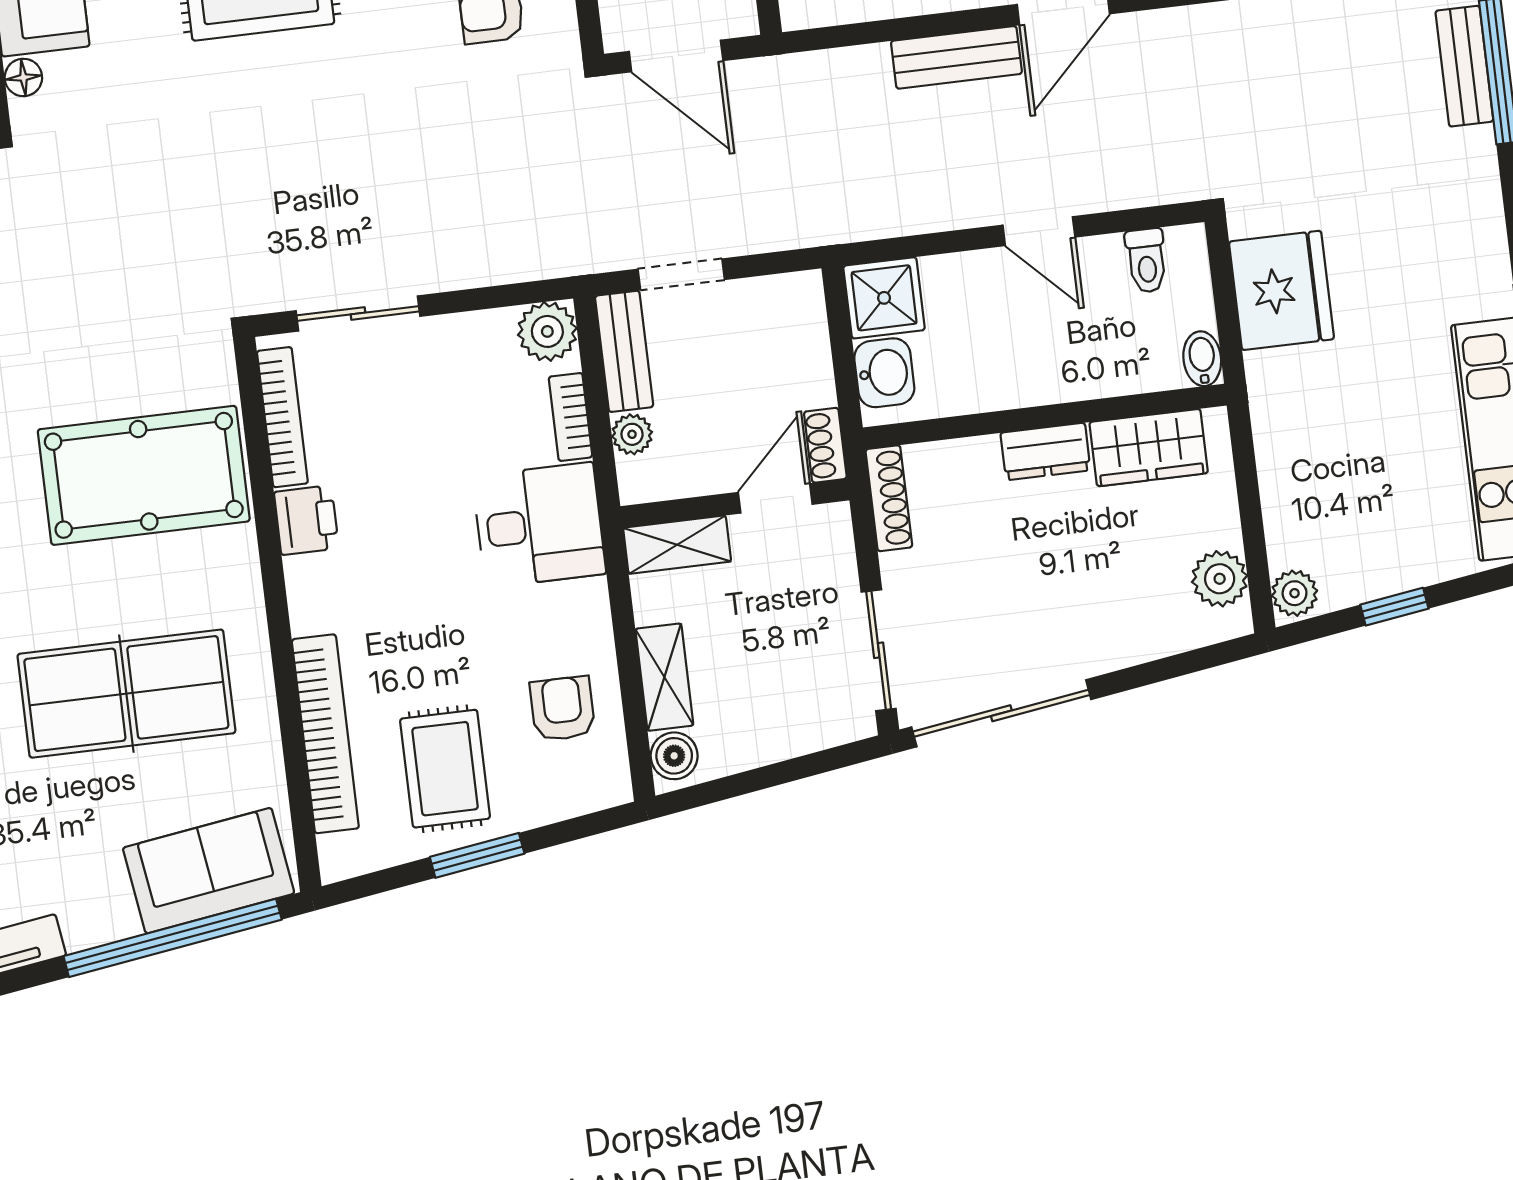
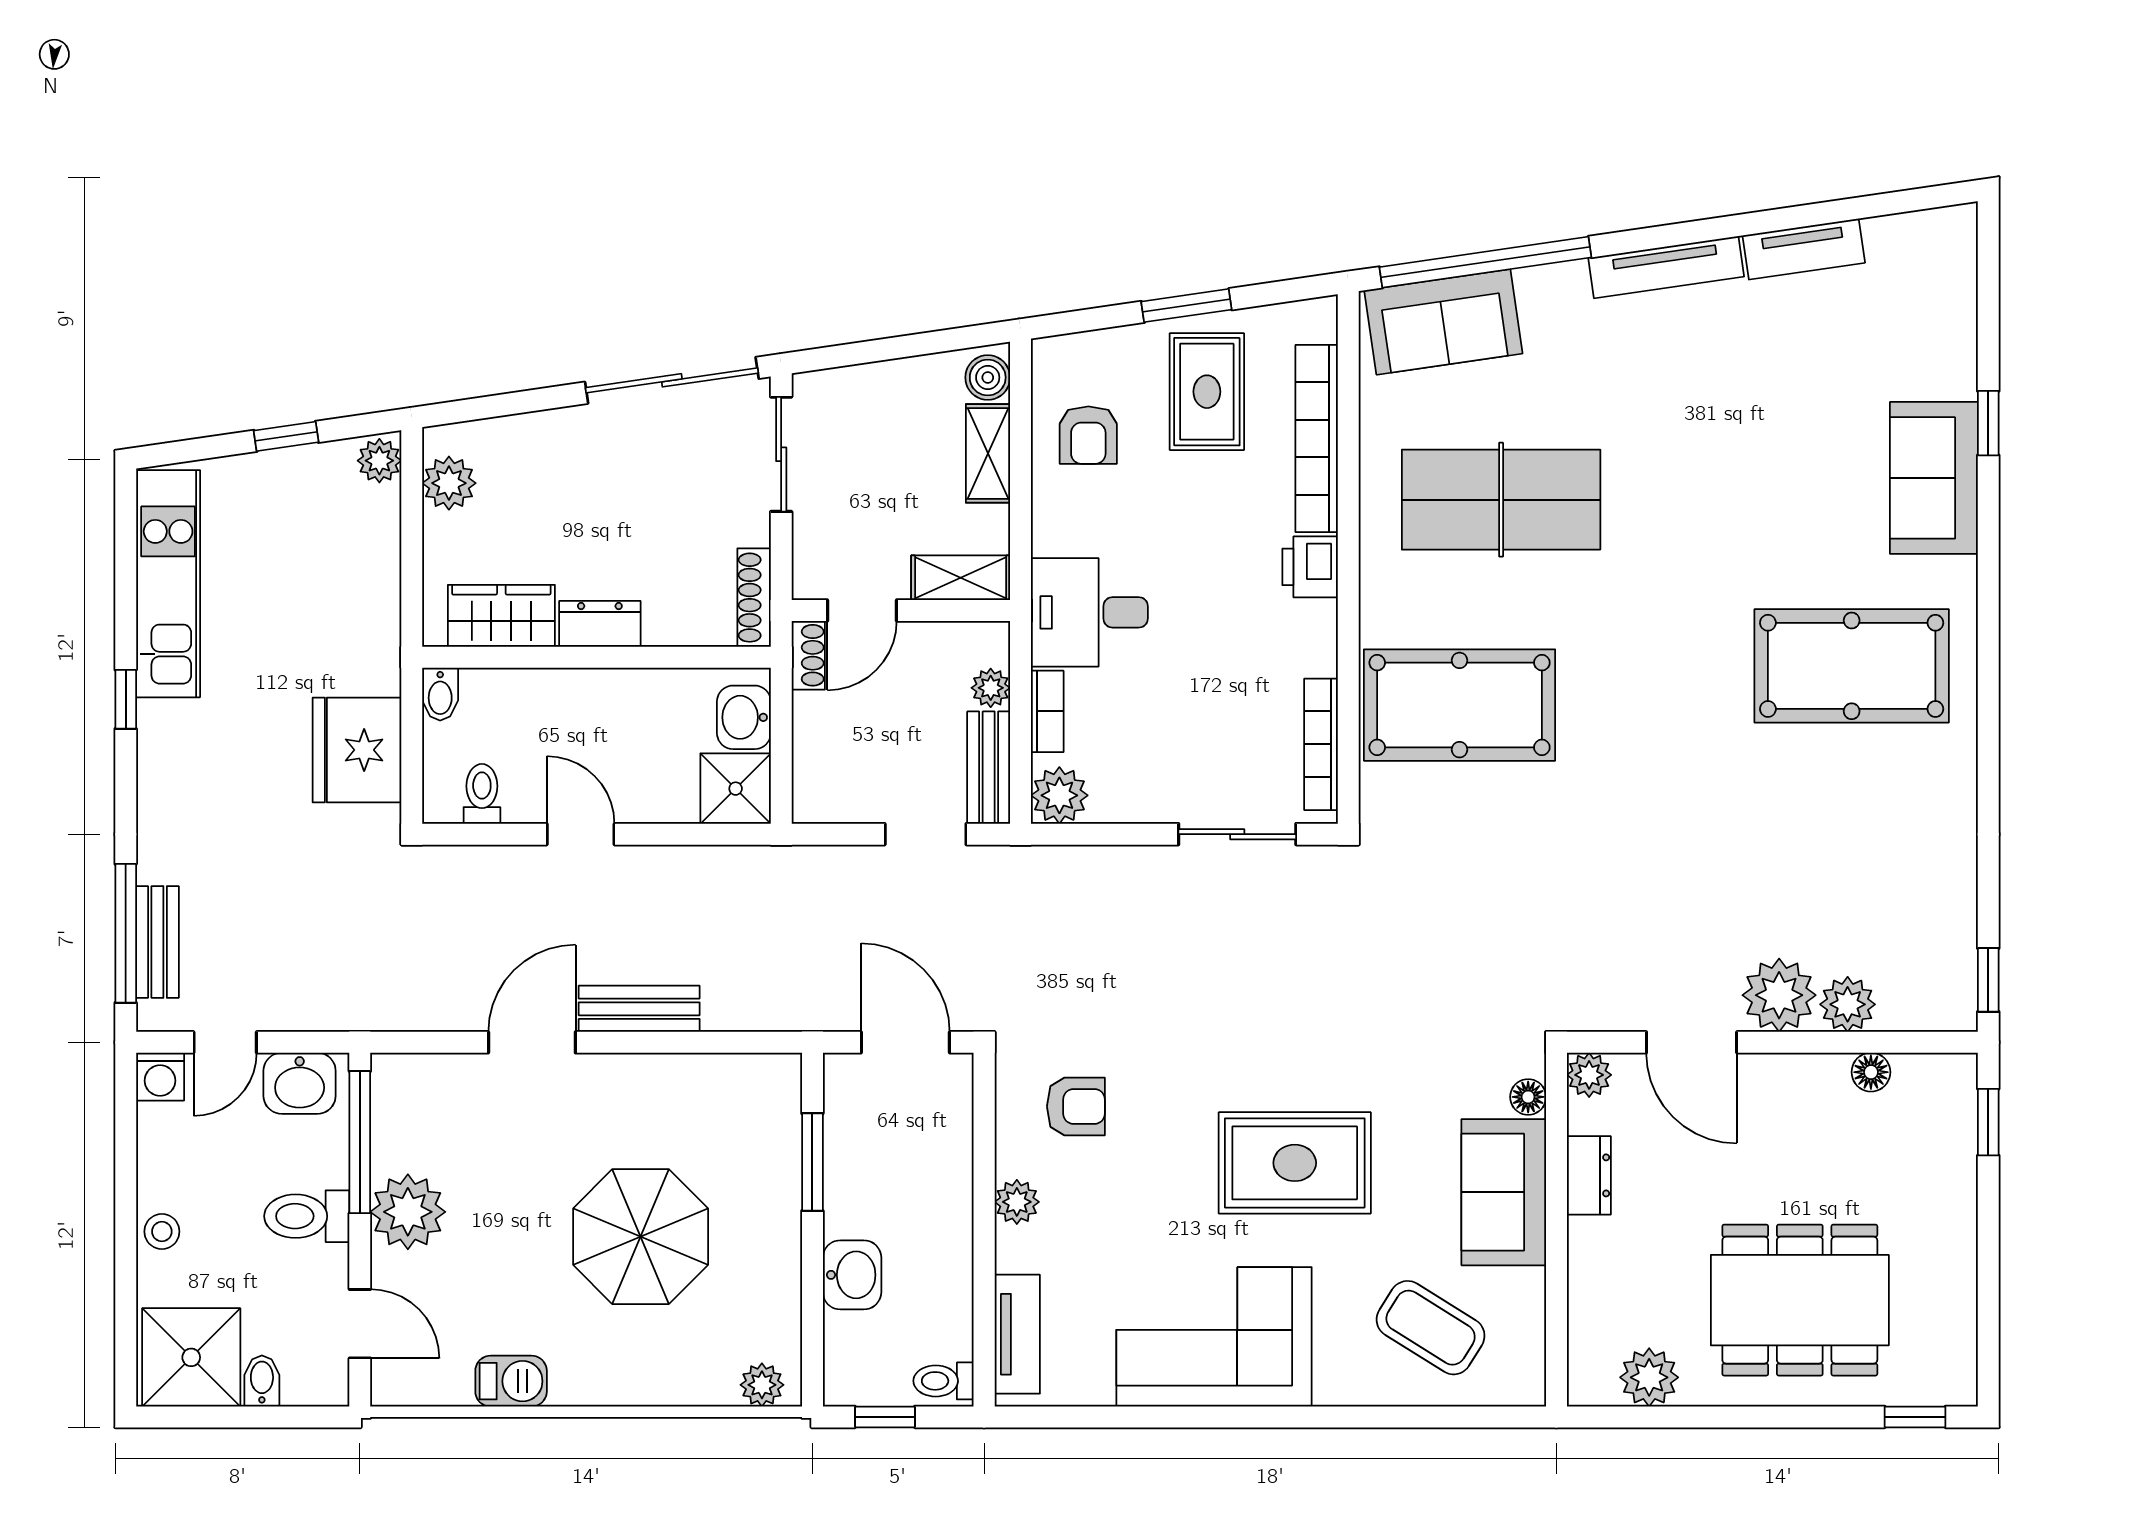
printer: (306, 520) -> (1310, 567), moved

